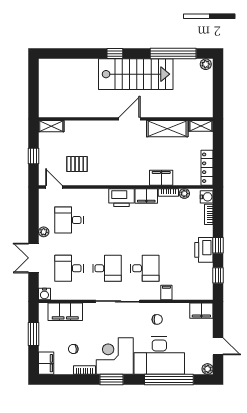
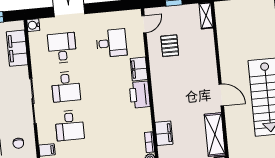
filing cabinet: (146, 196) -> (139, 69), moved
desk: (69, 220) -> (111, 43), turned 90
plant: (44, 232) -> (97, 18), removed

